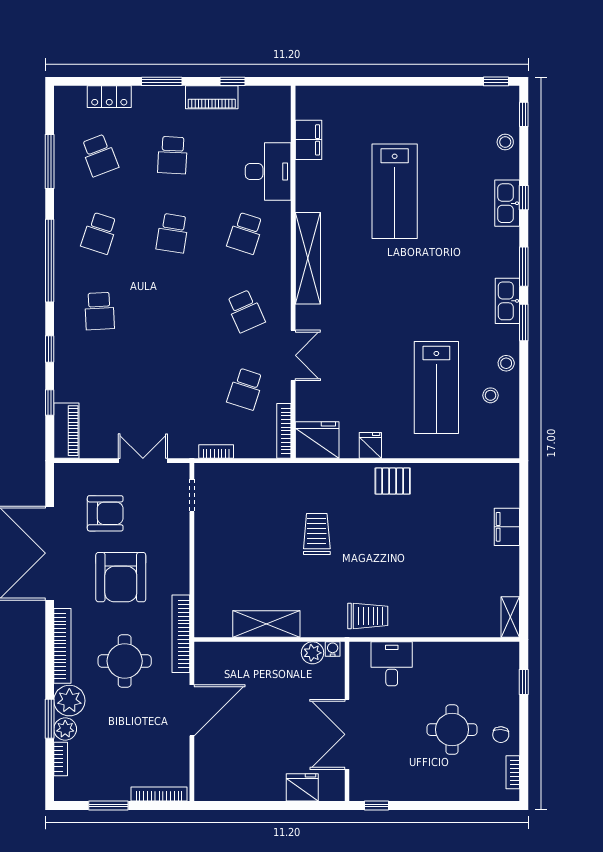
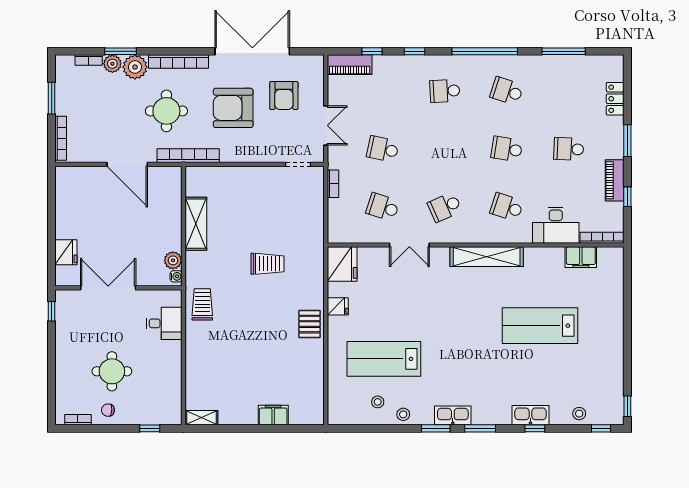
school desk: (99, 155) -> (383, 149), moved, turned 33
bookcase: (284, 431) -> (602, 238), moved
trolley: (368, 616) -> (202, 304), turned 180

